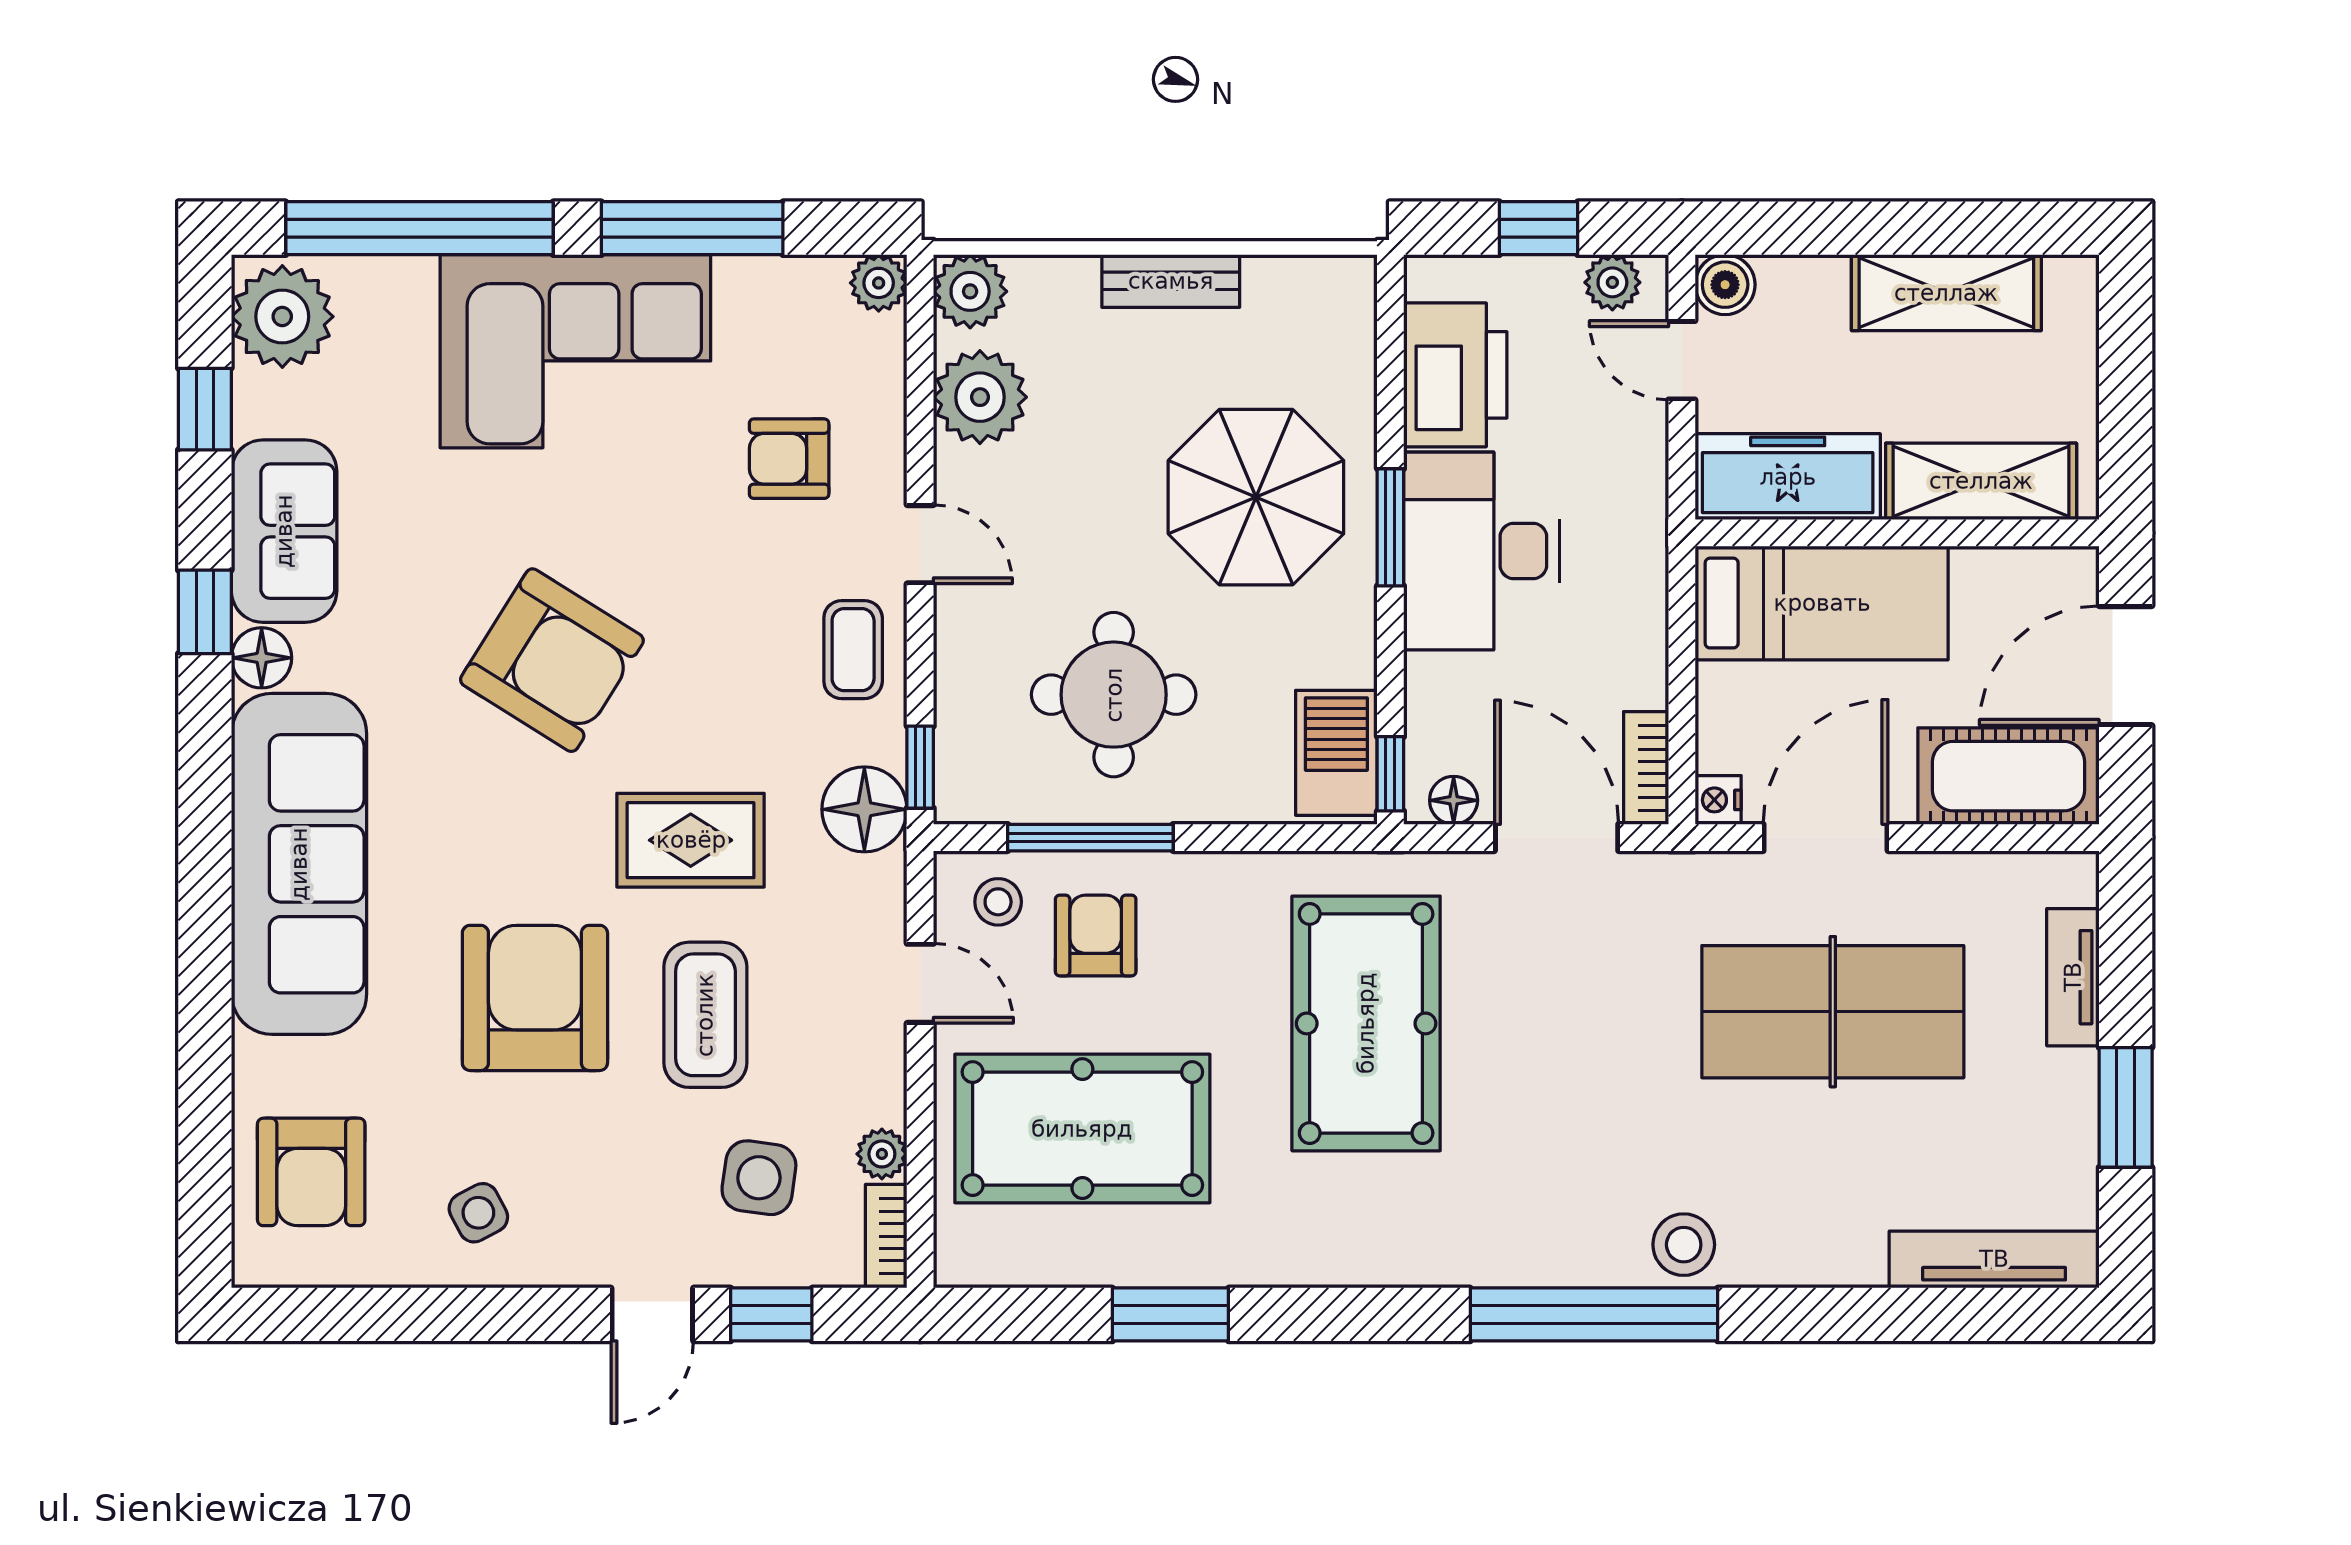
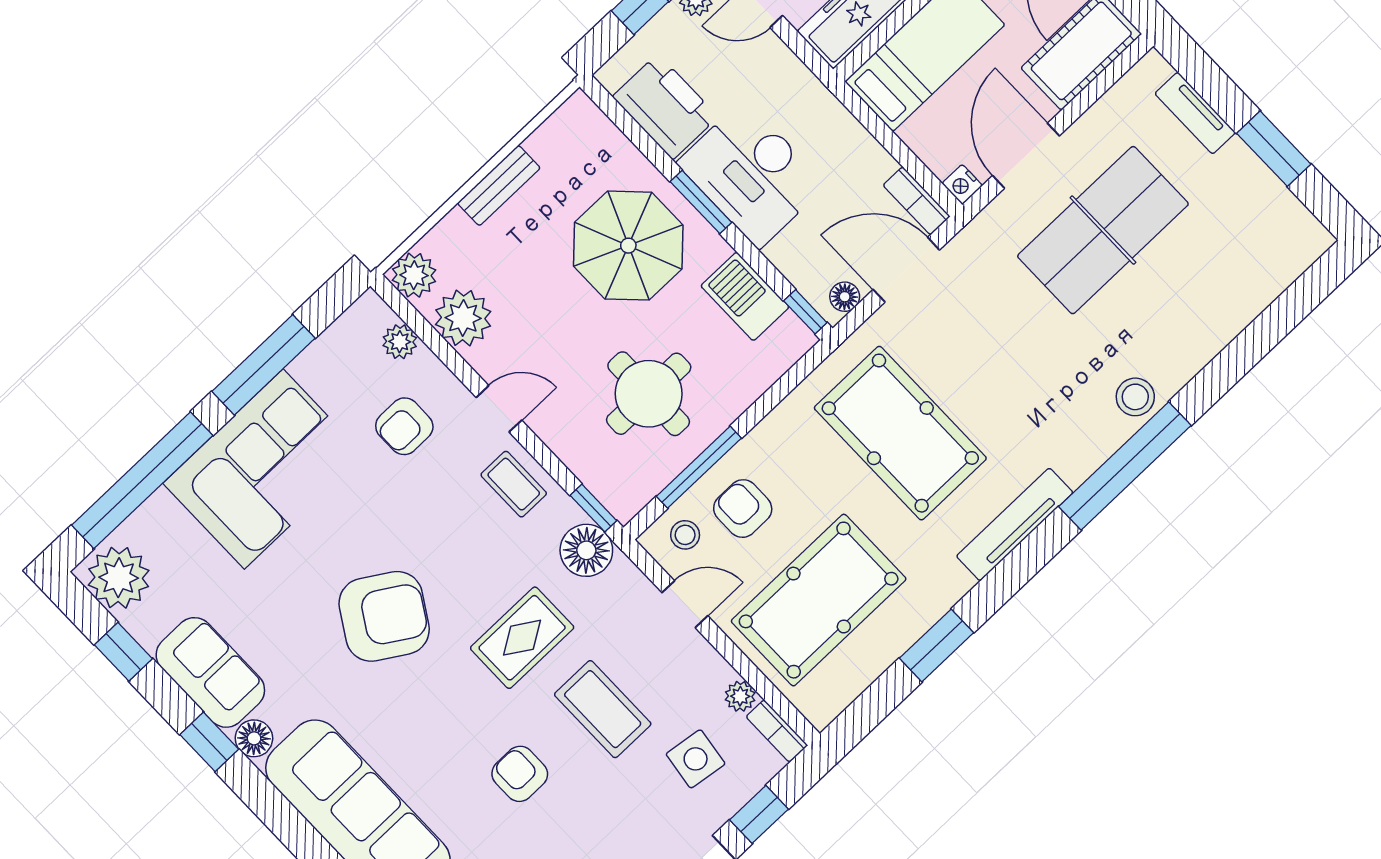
plant: (879, 283) -> (400, 342), moved
barbecue: (1336, 753) -> (745, 296), moved
armchair: (535, 998) -> (520, 774), width x0.53, depth x0.53
tv unit: (1994, 1259) -> (1015, 524), moved

